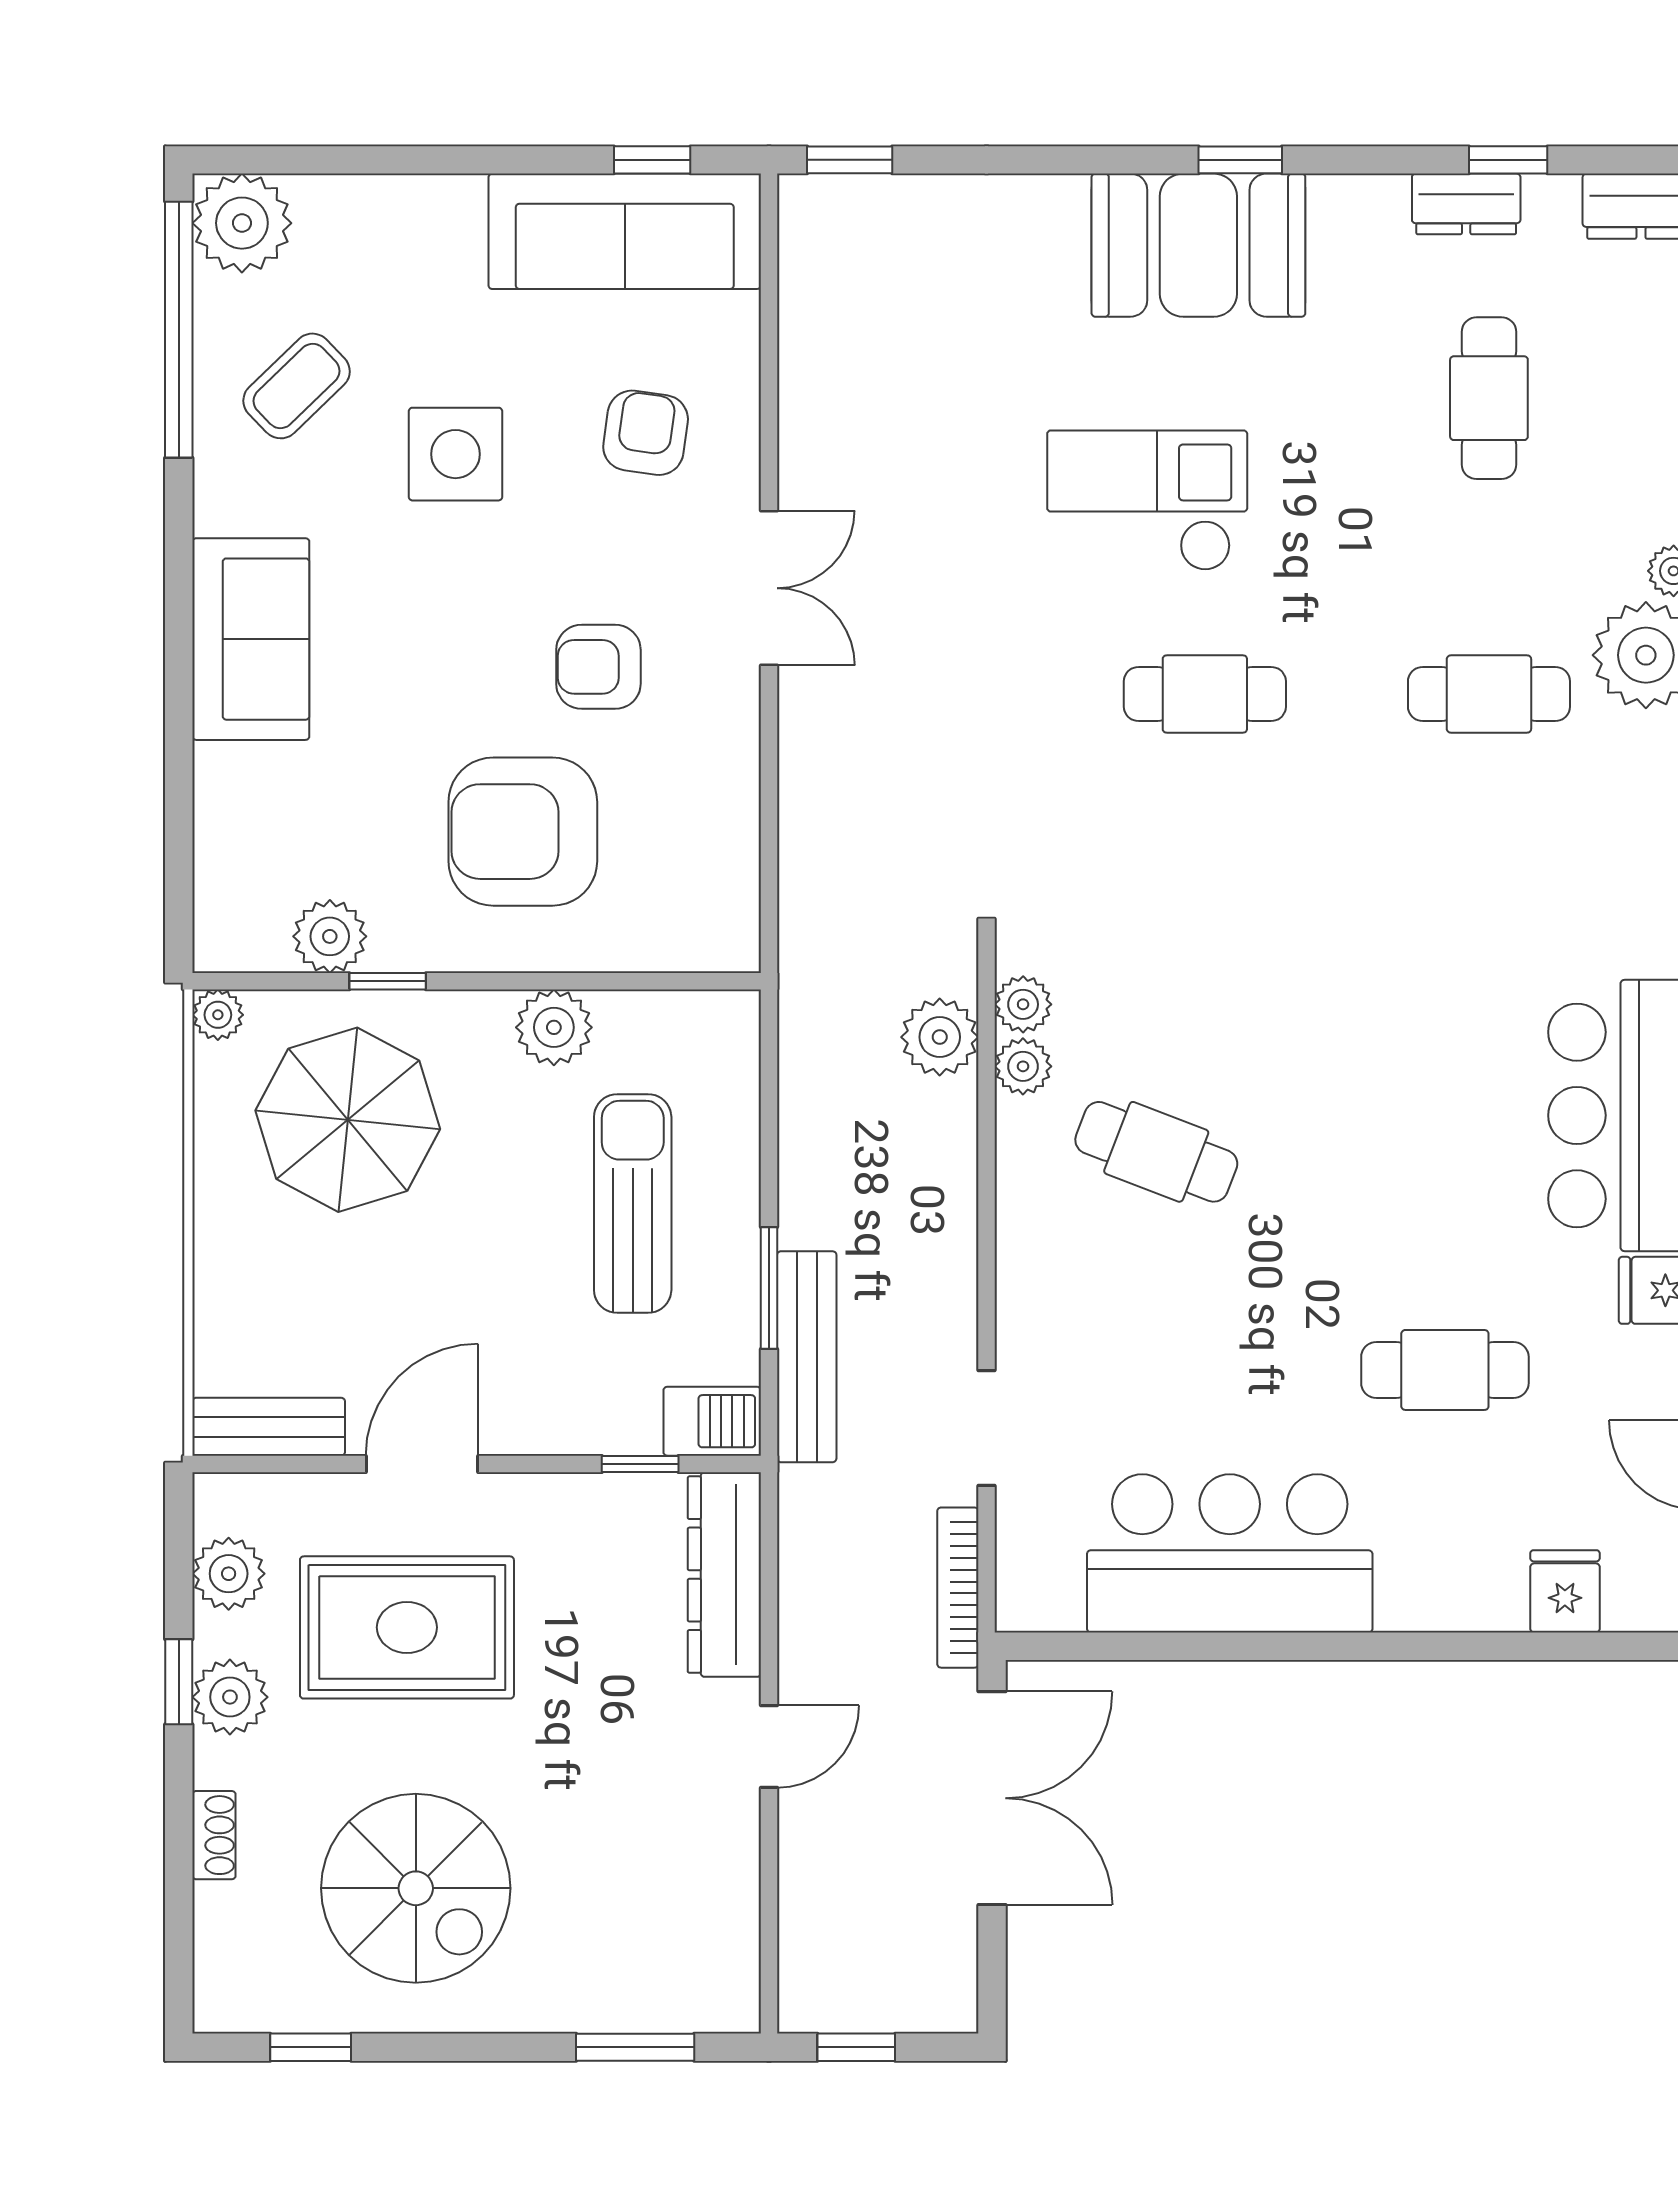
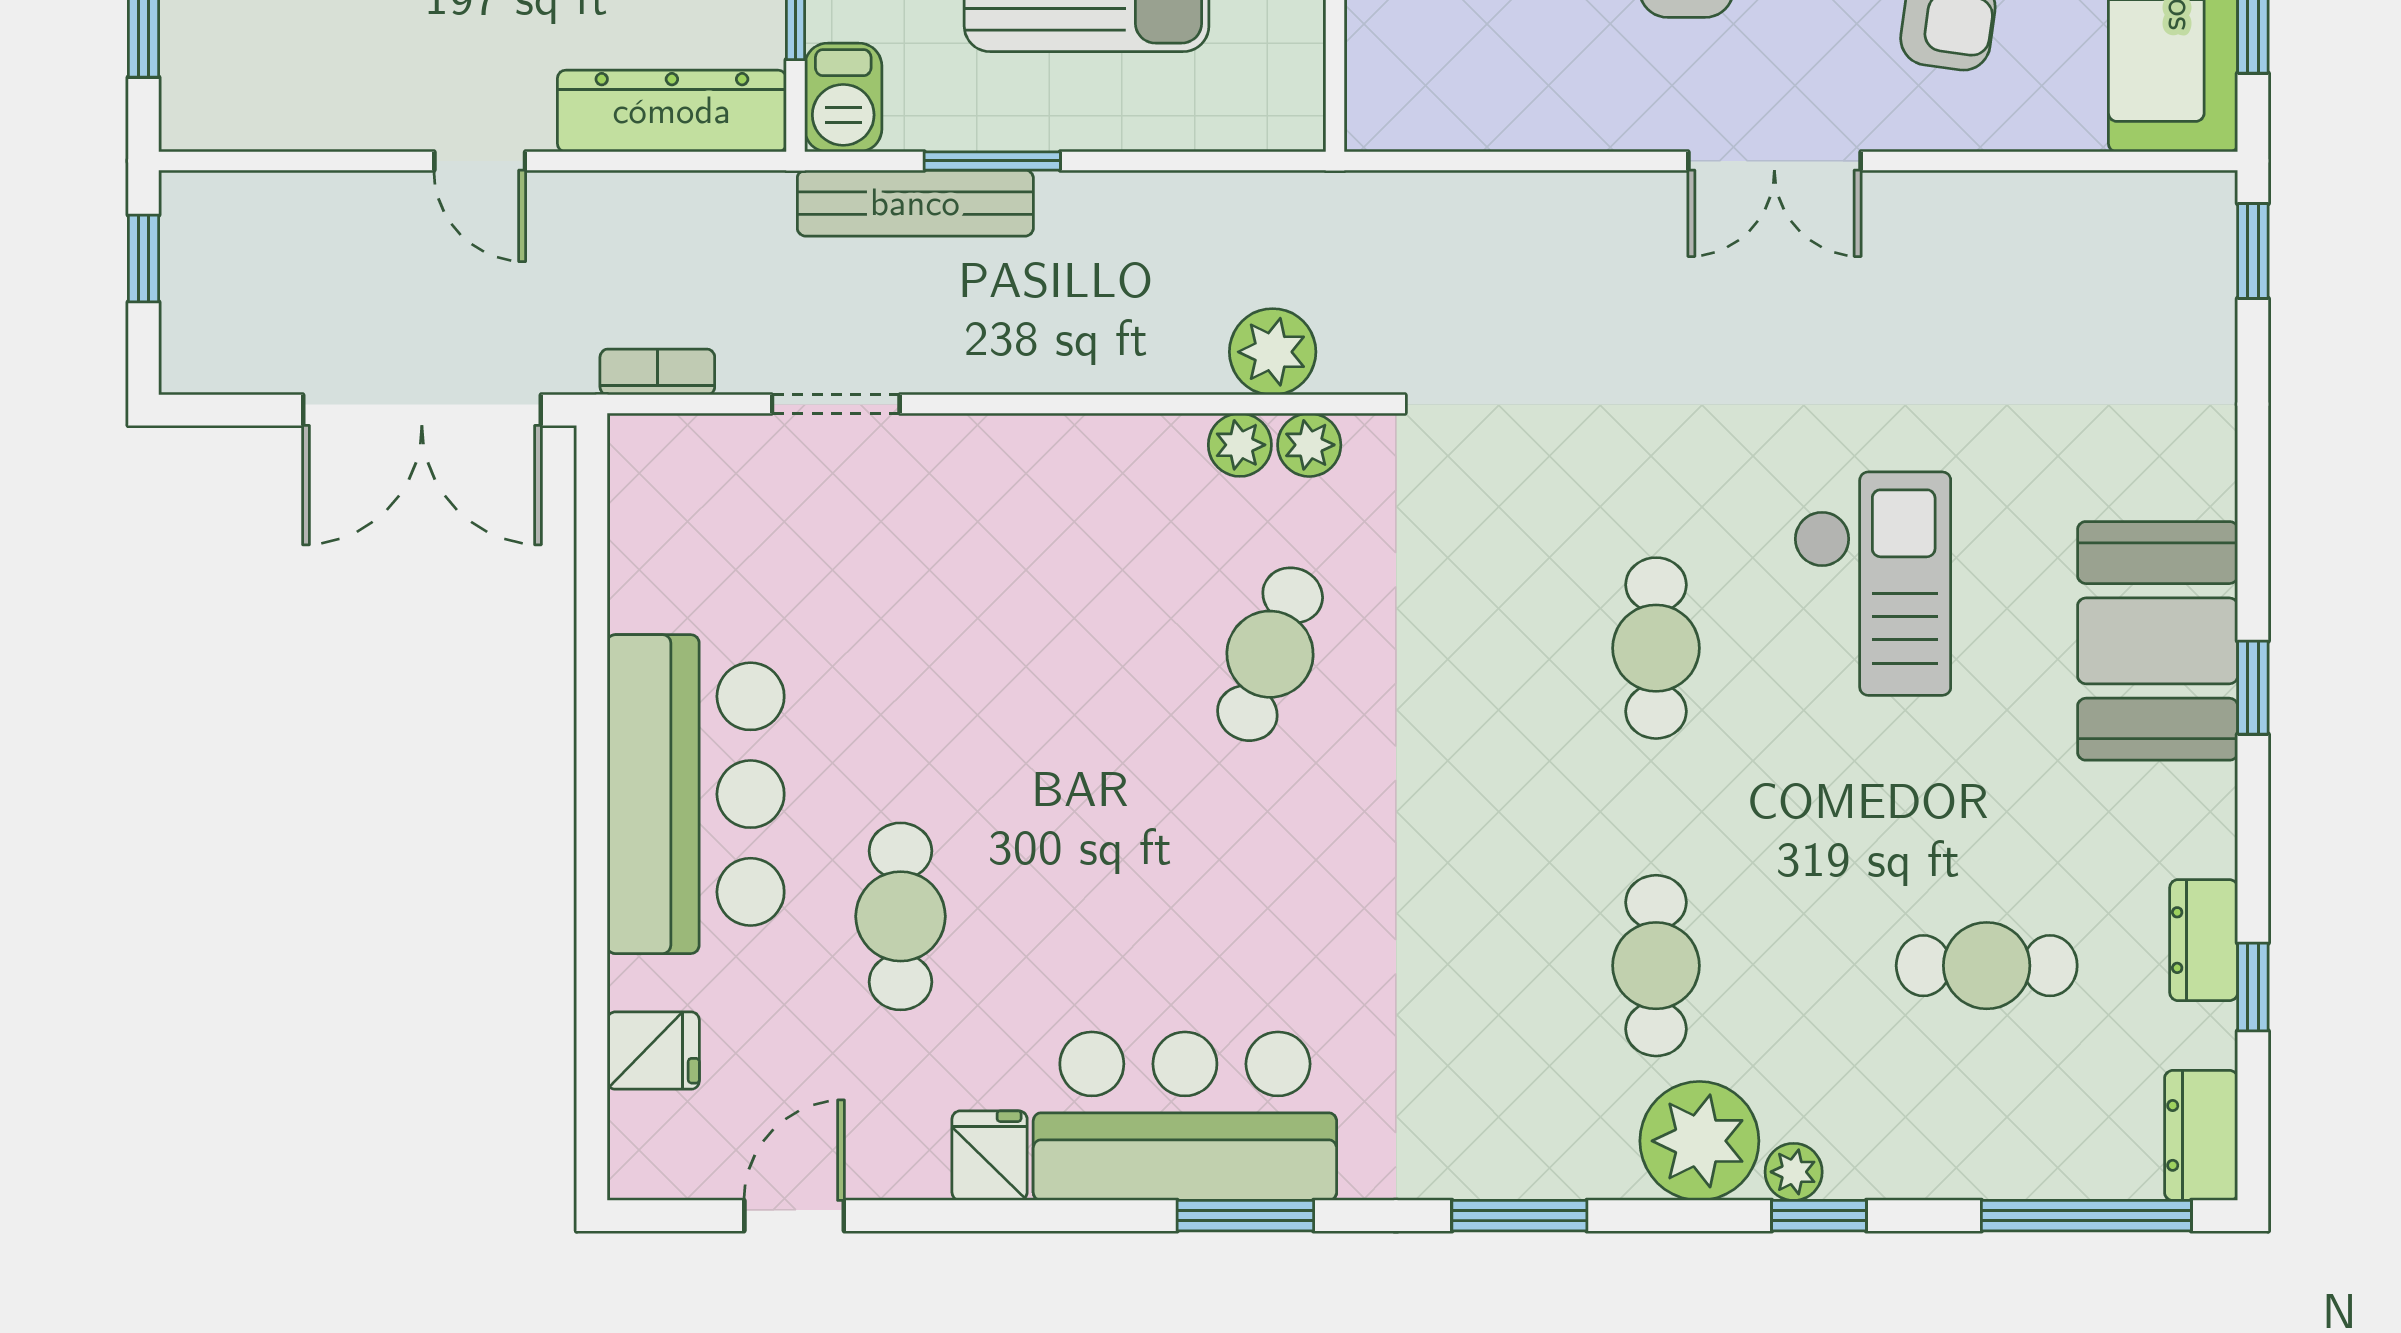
cafe table: (1156, 1152) -> (1270, 654), moved
bar counter: (1230, 1553) -> (696, 794), moved
bookcase: (958, 1588) -> (657, 372), width x0.64

